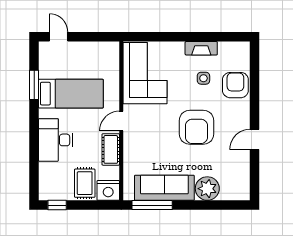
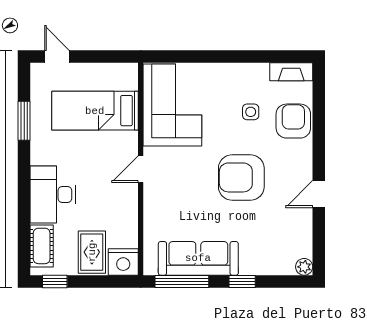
fireplace: (201, 48) -> (291, 72), moved
bed: (71, 94) -> (95, 111), moved, turned 180
armchair: (196, 127) -> (241, 177), turned 90
cot: (111, 149) -> (42, 246), moved
plant: (207, 189) -> (304, 267), moved, width x0.53, depth x0.53
window: (197, 205) -> (242, 281), added

